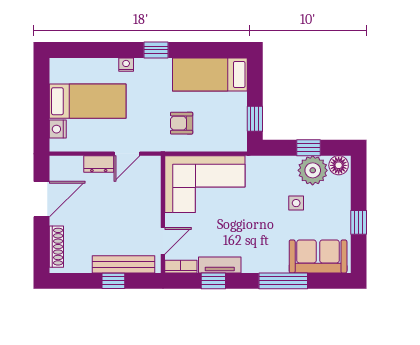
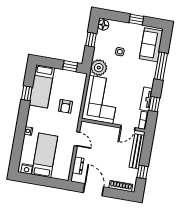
window: (156, 50) -> (27, 93), moved
nightstand: (58, 129) -> (27, 169), moved
dresser: (99, 164) -> (78, 166), moved
plant: (313, 170) -> (99, 68), moved
door: (163, 241) -> (128, 128), swing flipped
window: (113, 281) -> (142, 172), moved

